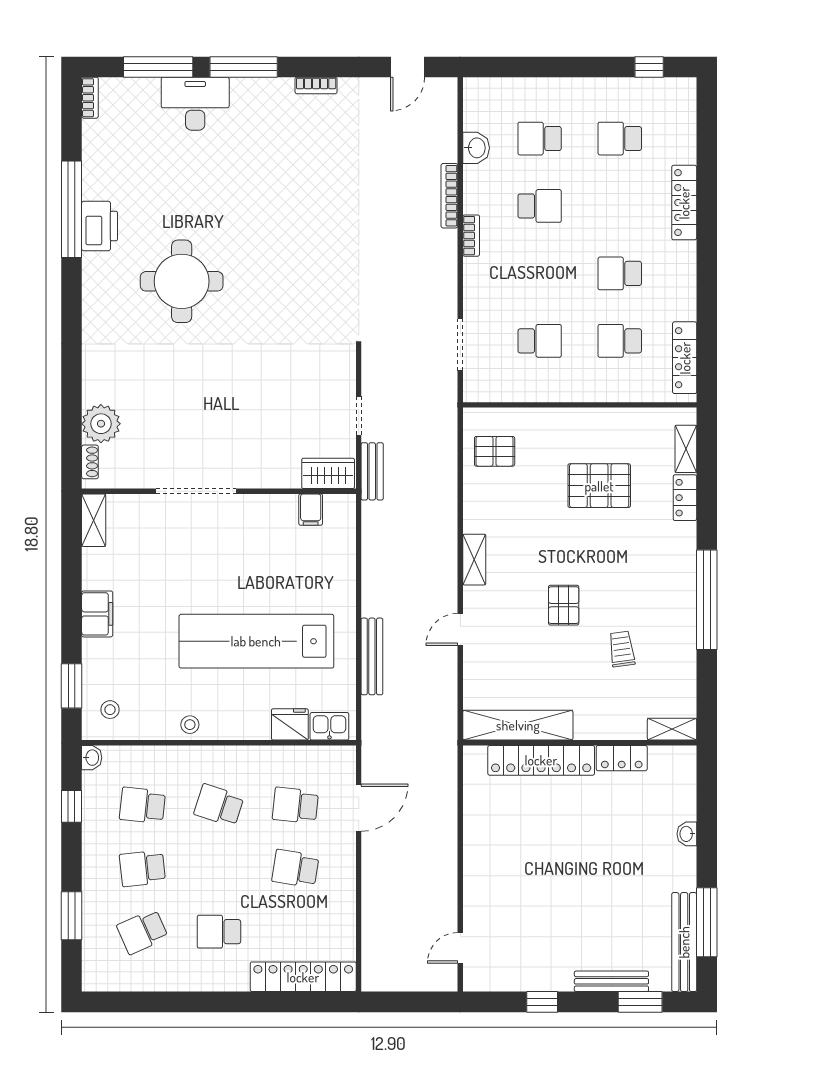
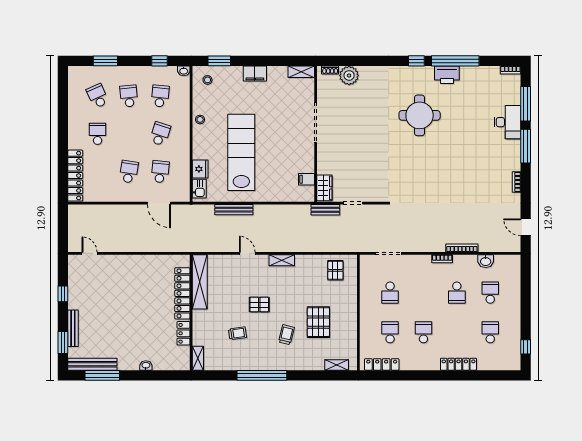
window: (72, 288) -> (416, 61), added
locker: (685, 498) -> (312, 365), removed
trolley: (625, 550) -> (286, 335), added

